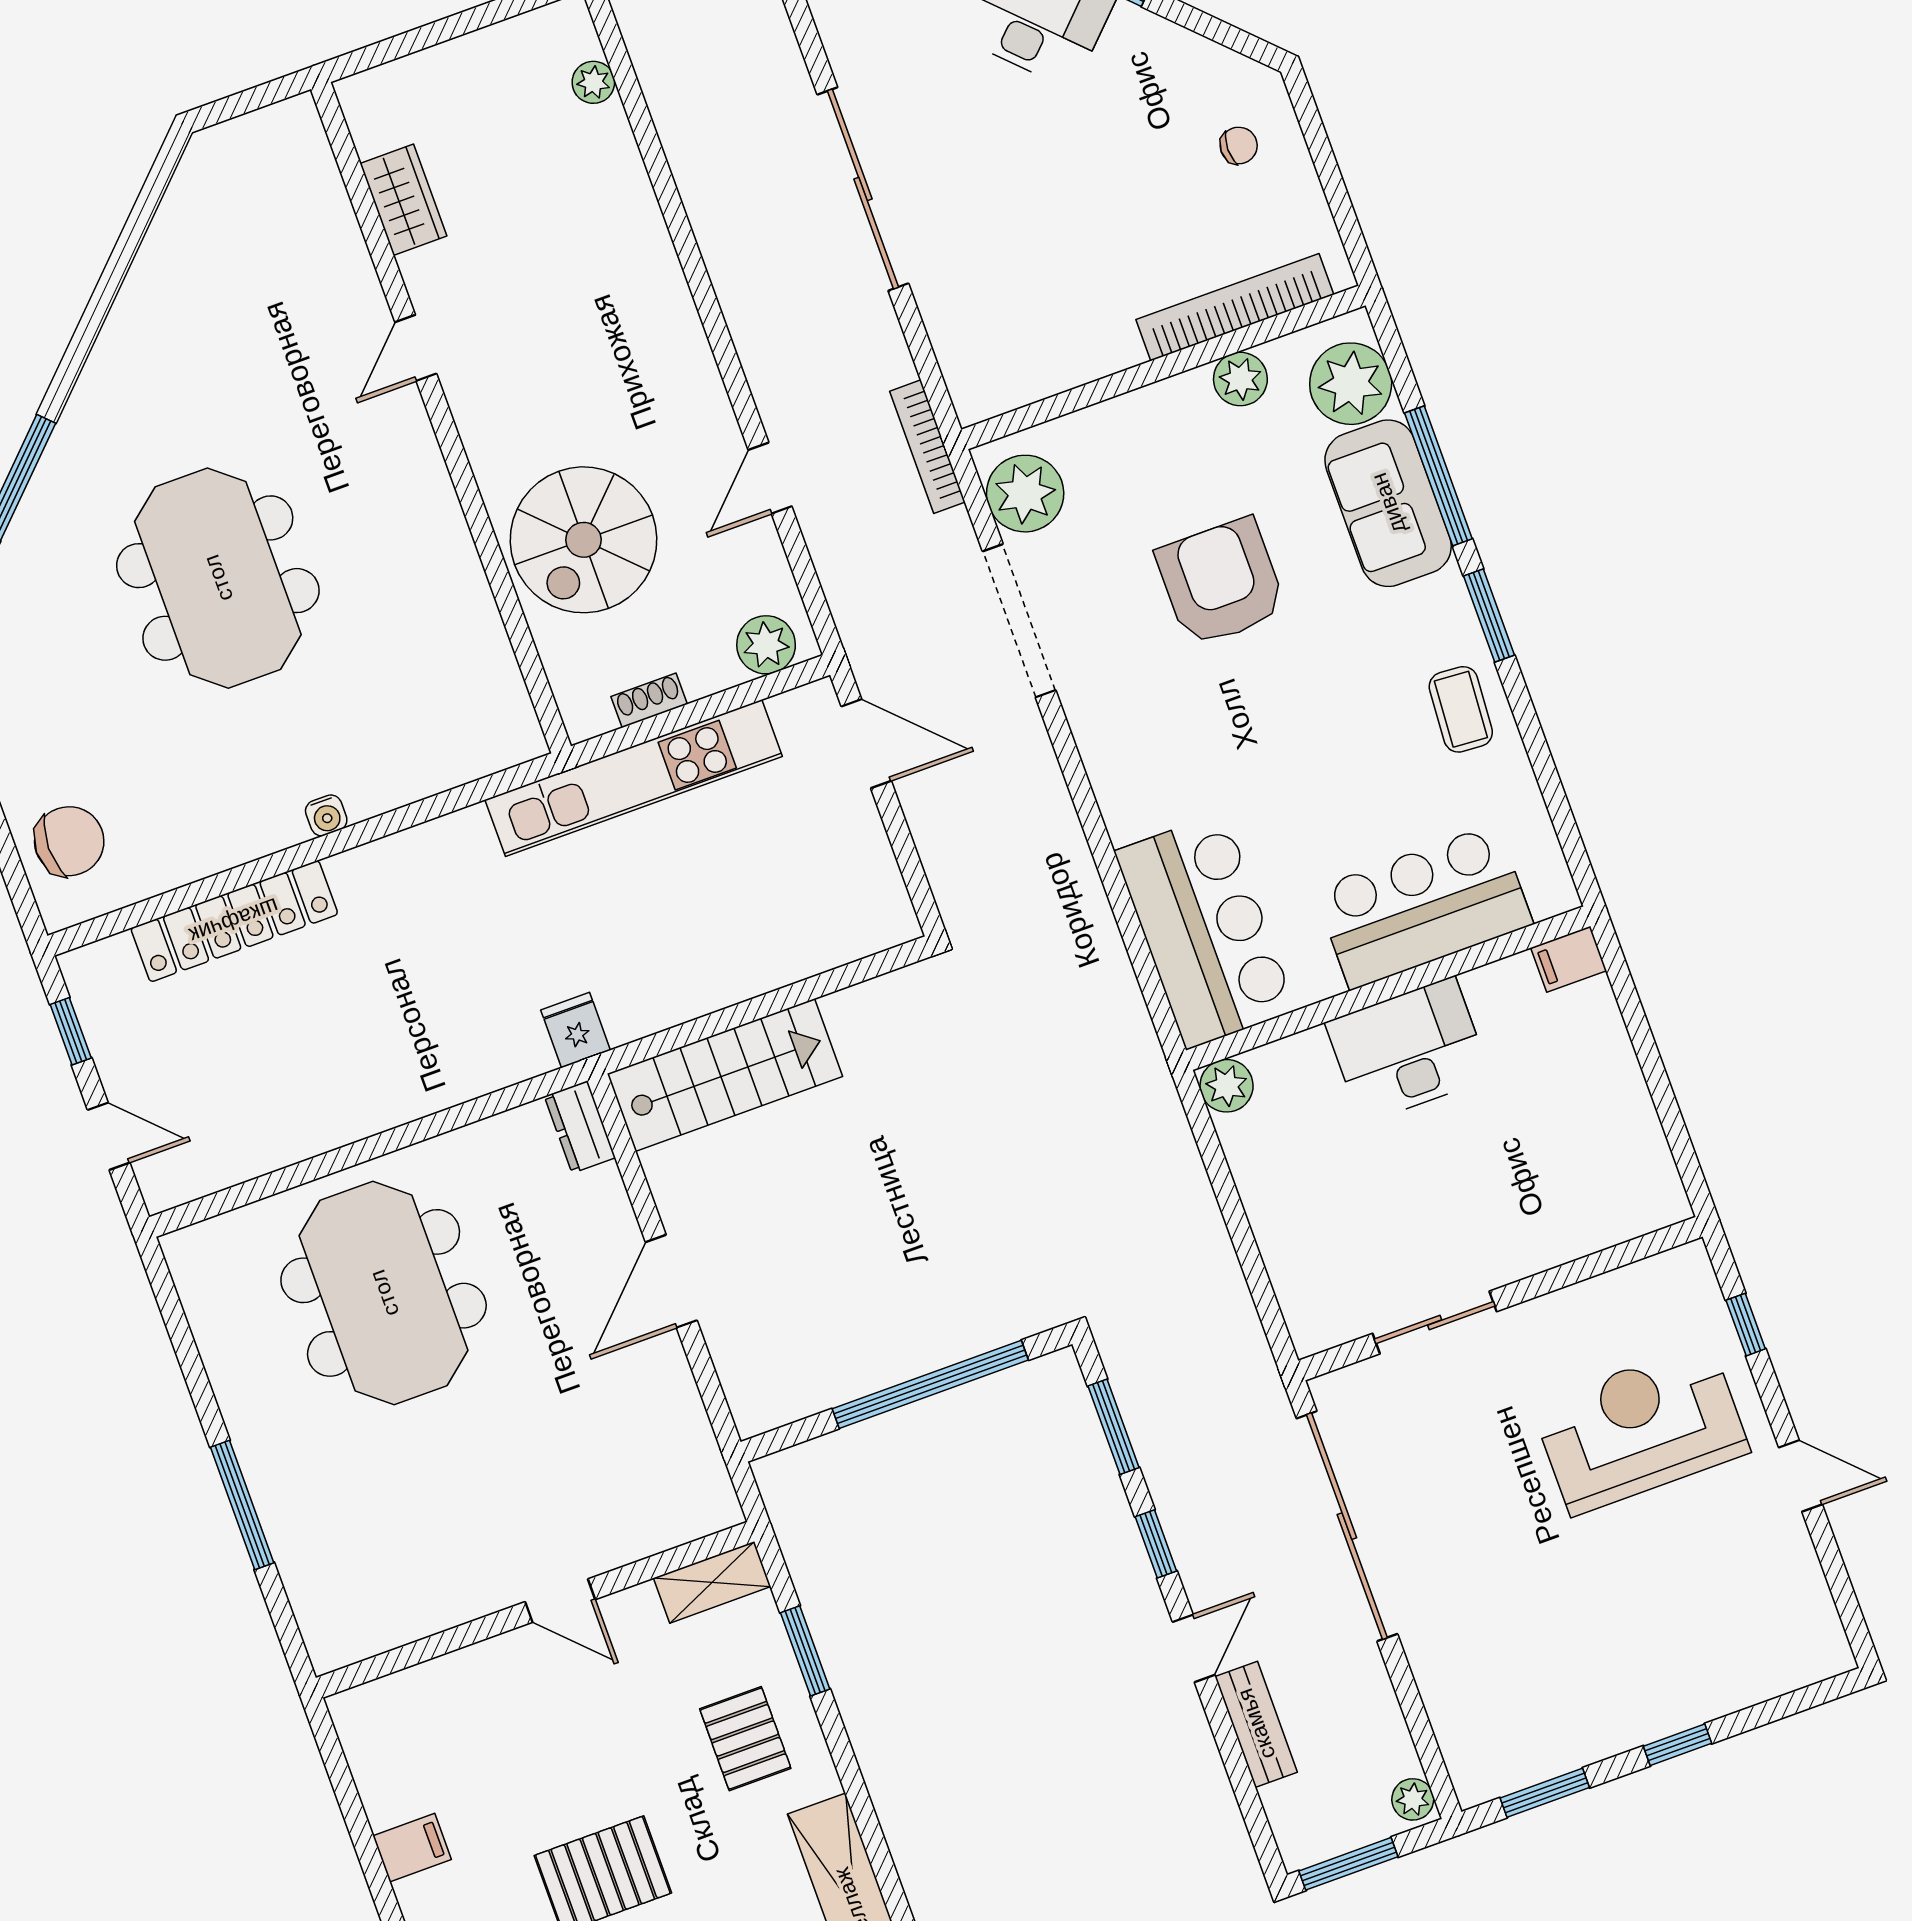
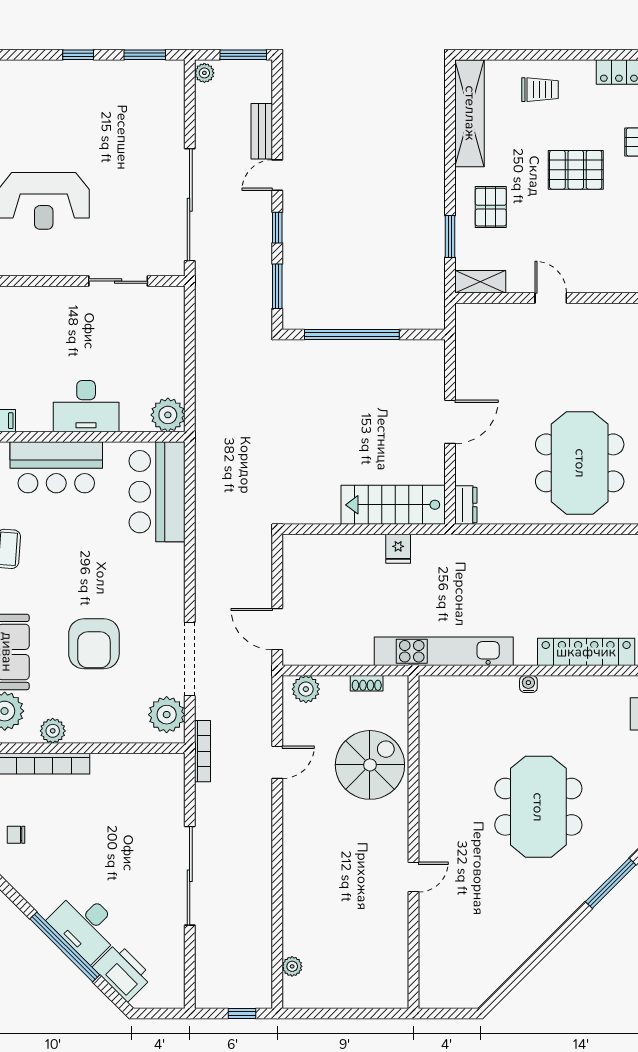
wardrobe: (403, 200) -> (395, 945), removed
kitchen unit: (634, 778) -> (444, 651), moved
fridge: (576, 1030) -> (398, 549), moved
plant: (1227, 1086) -> (168, 415), width x1.36, depth x1.36

